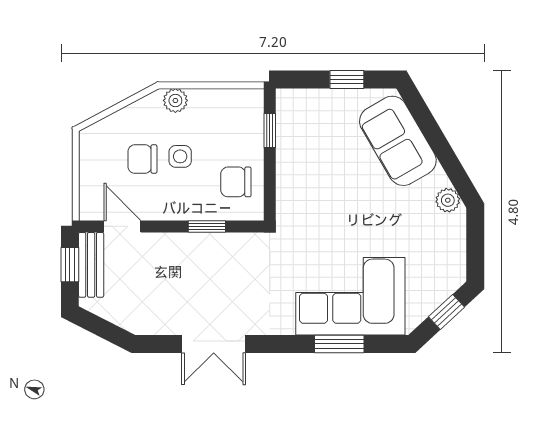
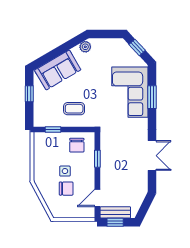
plant: (175, 100) -> (39, 173), removed
chair: (142, 159) -> (66, 189), turned -90
coffee table: (315, 176) -> (74, 109), added

